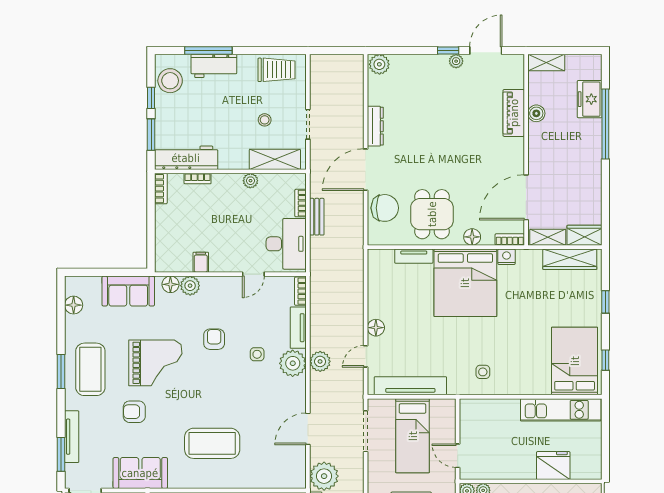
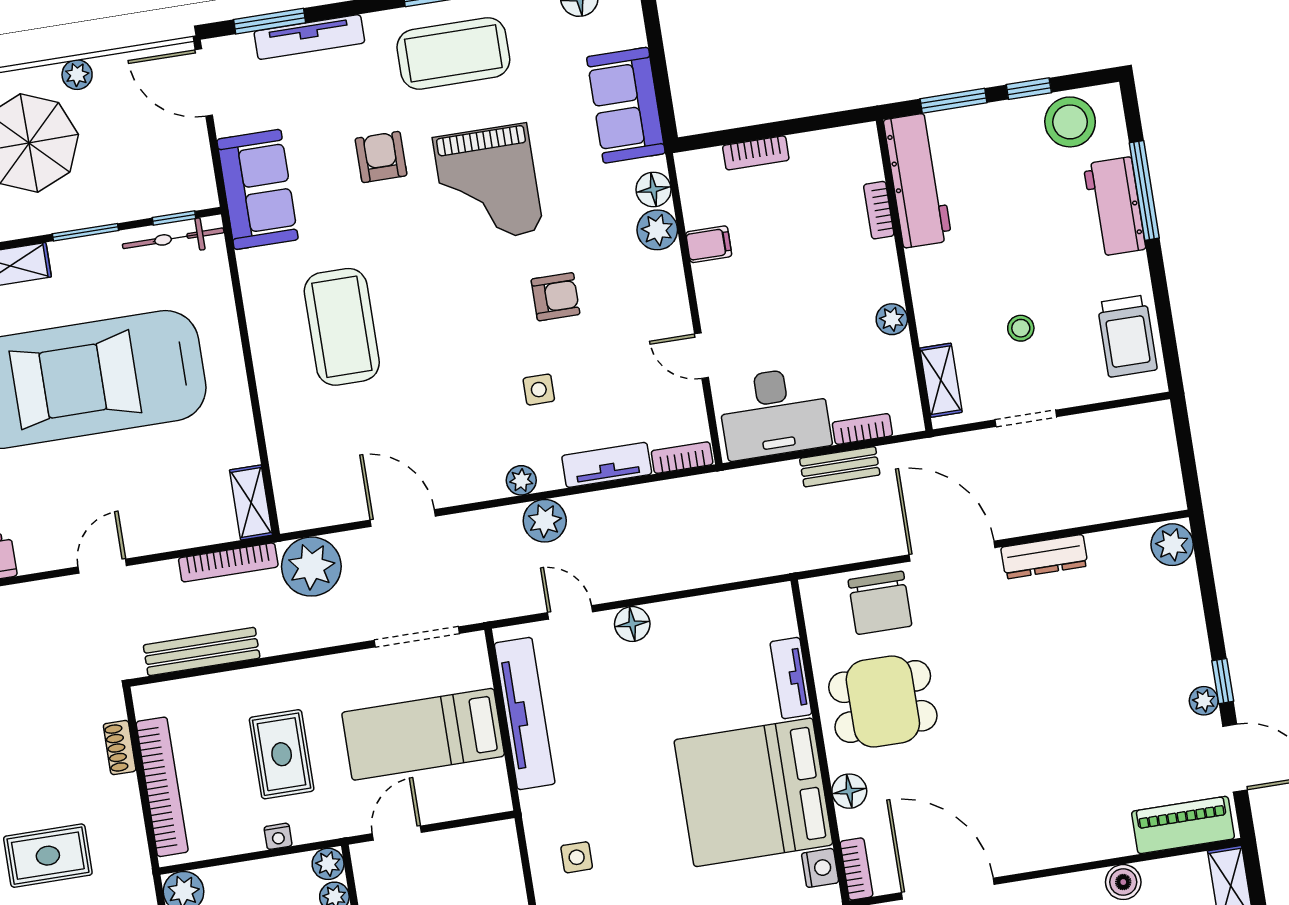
piano: (514, 113) -> (1183, 825), moved
shelving: (275, 159) -> (941, 380), width x0.67, depth x0.75
bookcase: (161, 189) -> (756, 153), moved
plant: (293, 363) -> (521, 480), width x0.53, depth x0.53

